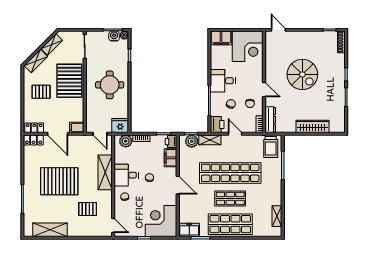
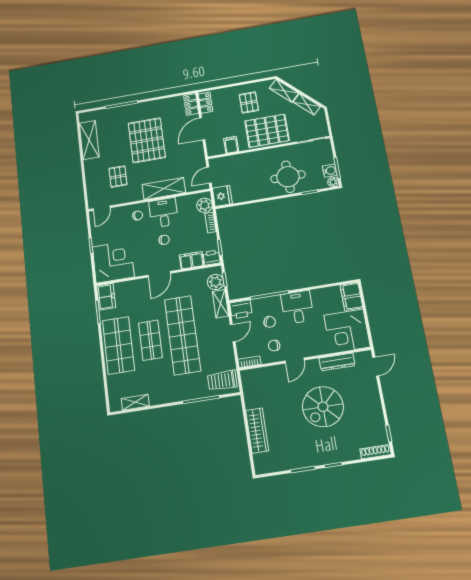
round table: (110, 85) -> (288, 177), moved
dresser: (270, 120) -> (337, 362), moved
filing cabinet: (77, 127) -> (231, 145), moved

